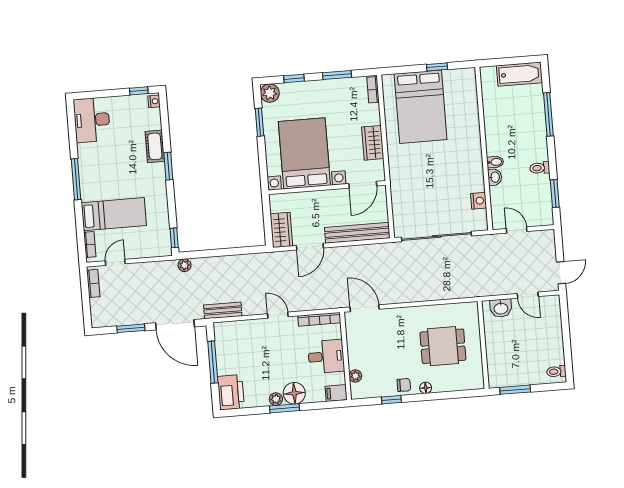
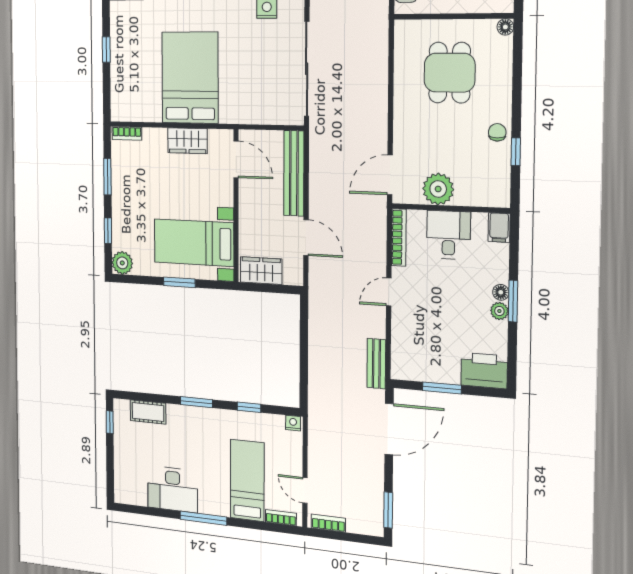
nightstand: (154, 101) -> (293, 423), moved
bed: (421, 107) -> (190, 78), moved, turned -90
desk: (92, 120) -> (173, 489), moved
window: (259, 122) -> (179, 282), moved
cot: (155, 146) -> (148, 412), moved
bed with nightstands: (304, 153) -> (194, 243), width x0.73
wardrobe: (281, 230) -> (261, 271), moved
window: (174, 238) -> (249, 407), moved
plant: (185, 265) -> (316, 403), removed
window: (131, 328) -> (388, 510), moved
window: (213, 362) -> (442, 388), width x0.69
plant: (355, 376) -> (438, 189), moved, width x1.88, depth x1.88
floor lamp: (426, 388) -> (505, 27), moved
floor lamp: (294, 393) -> (501, 292), width x0.53, depth x0.53

